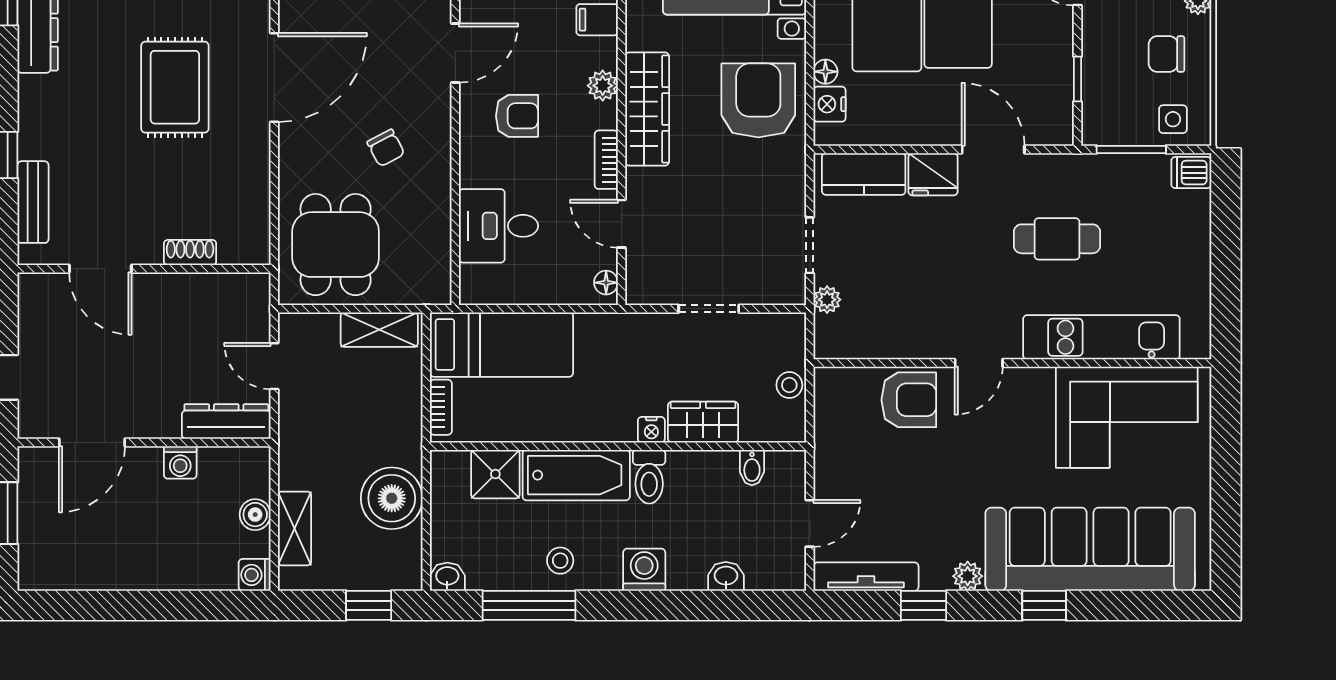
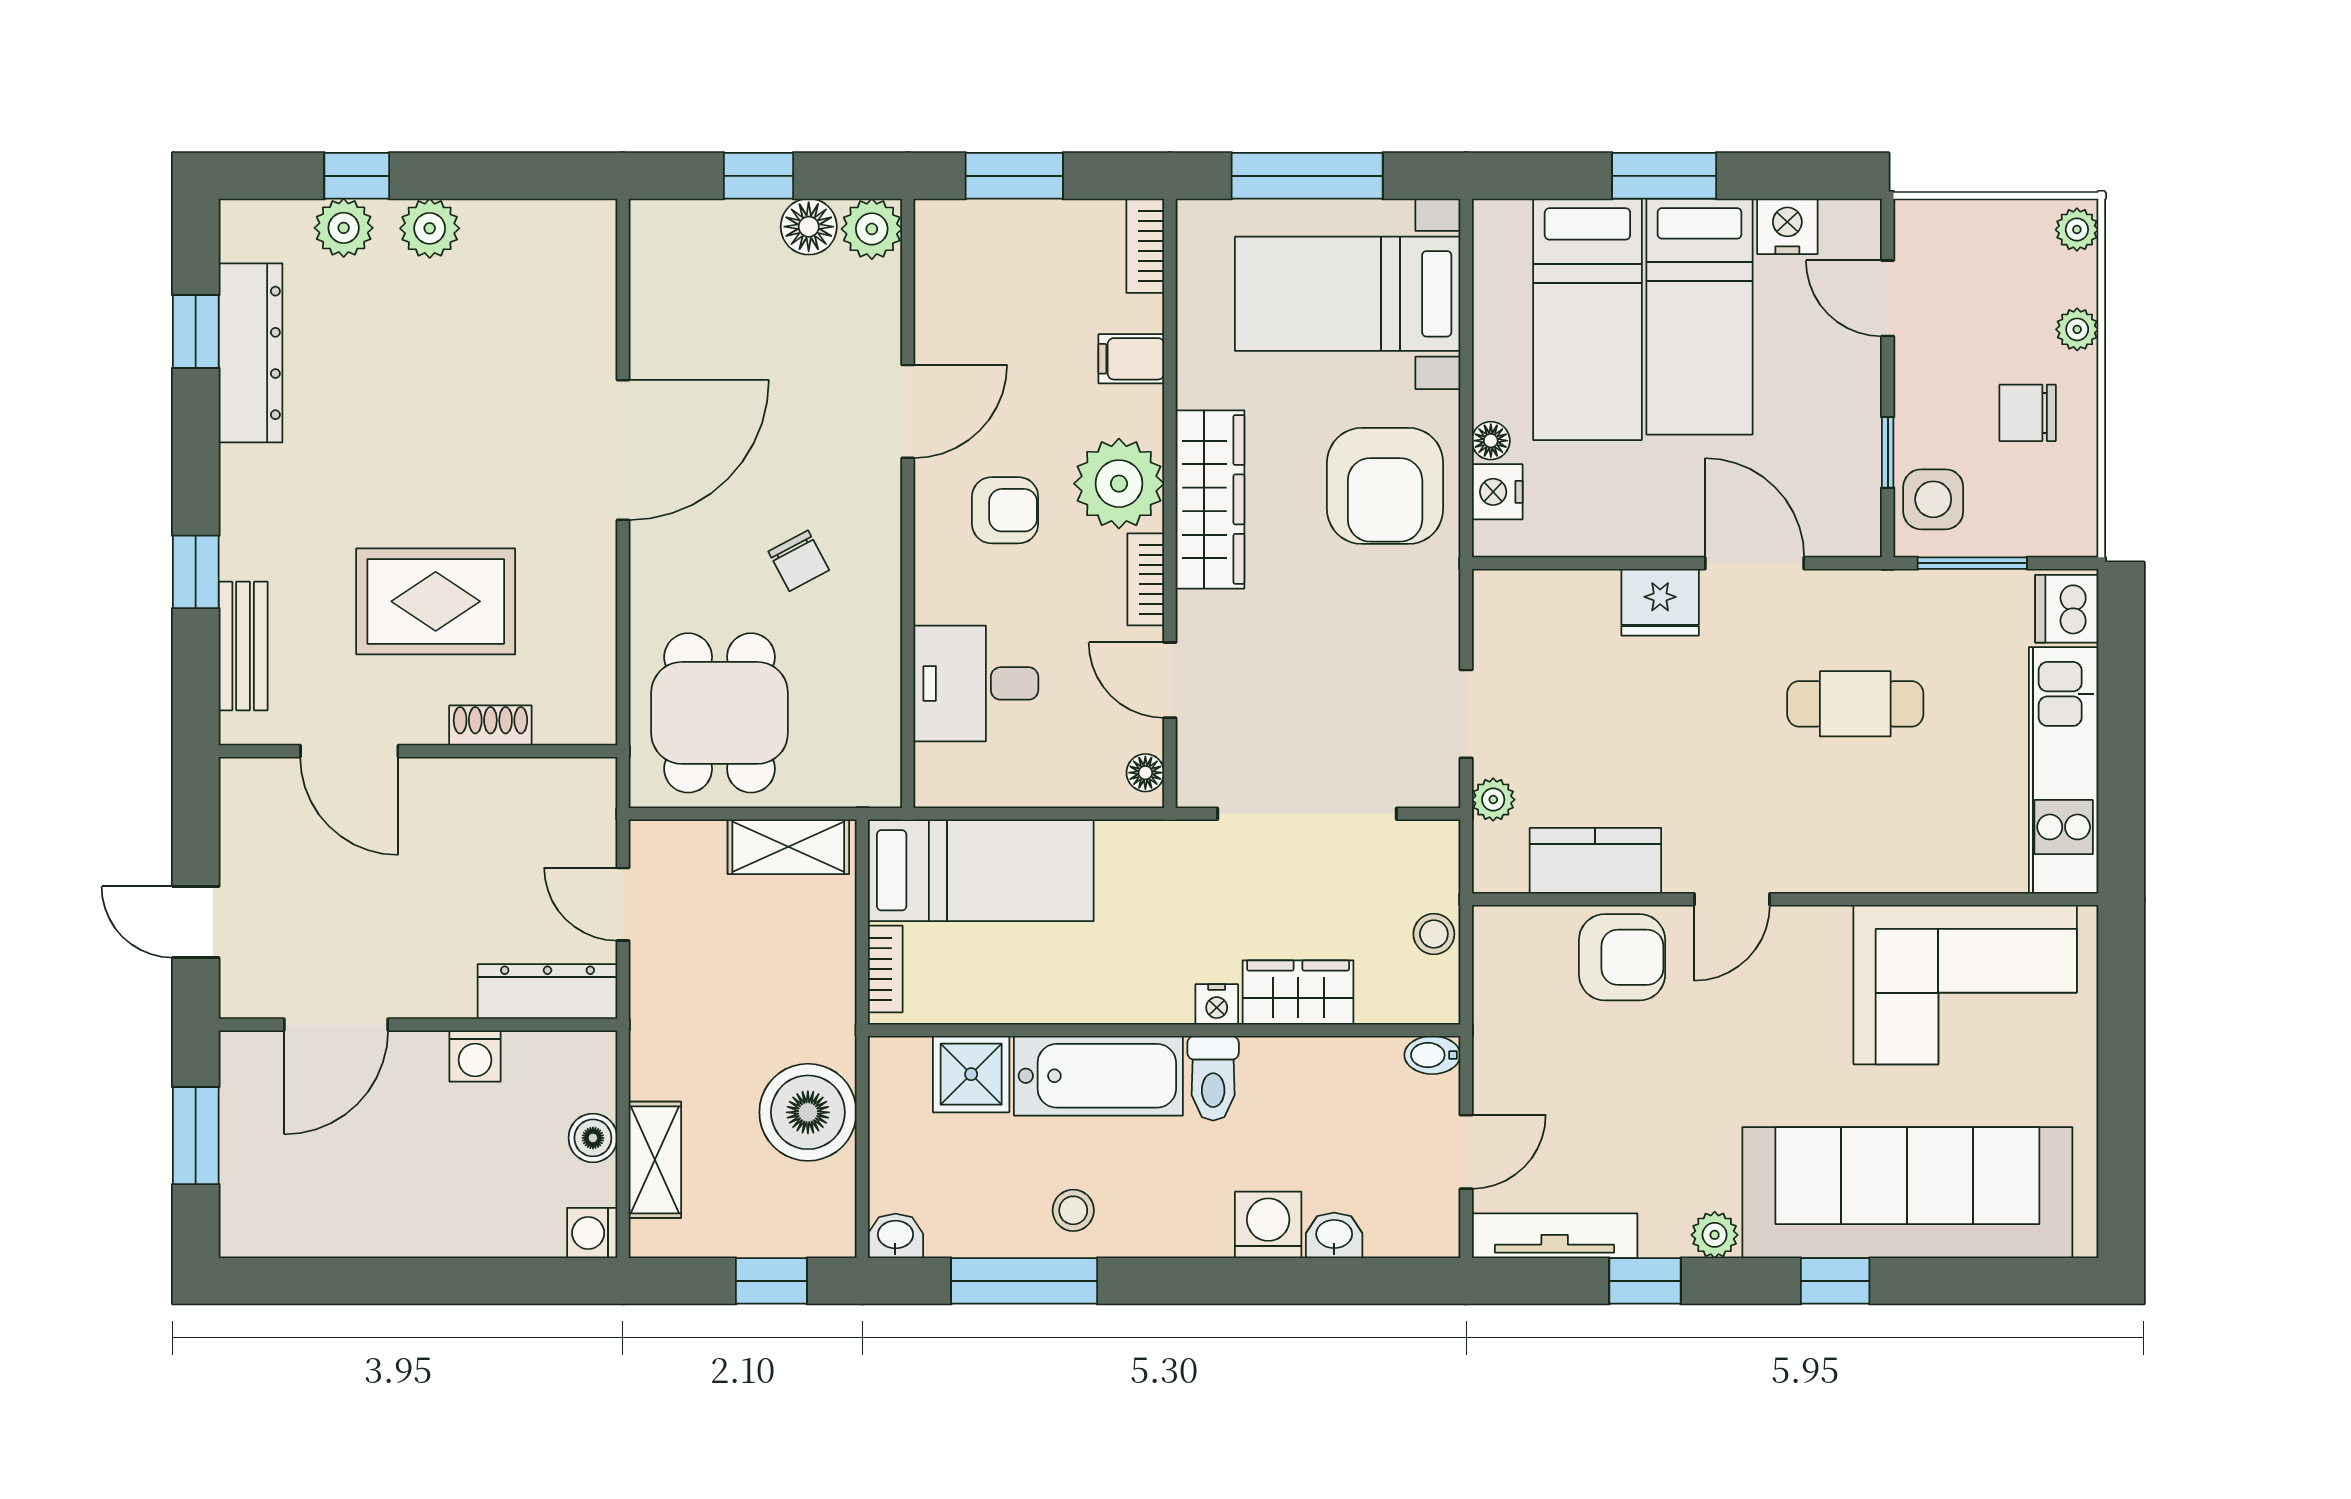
plant: (603, 86) -> (1119, 484), width x1.88, depth x1.88
rug: (175, 87) -> (436, 601), moved, turned 90
armchair: (758, 100) -> (1385, 486), turned 180
side table: (1173, 119) -> (1933, 499), moved, width x1.37, depth x1.37
dishwasher: (1191, 173) -> (2067, 609), width x1.38
kitchen counter: (864, 174) -> (1595, 861), moved, turned 180
doorway: (709, 309) -> (1307, 814), width x1.88
kitchen unit: (1101, 337) -> (2064, 770), moved, turned -90
bidet: (752, 468) -> (1432, 1055), moved, turned 90
washing machine: (644, 570) -> (1268, 1225), moved

